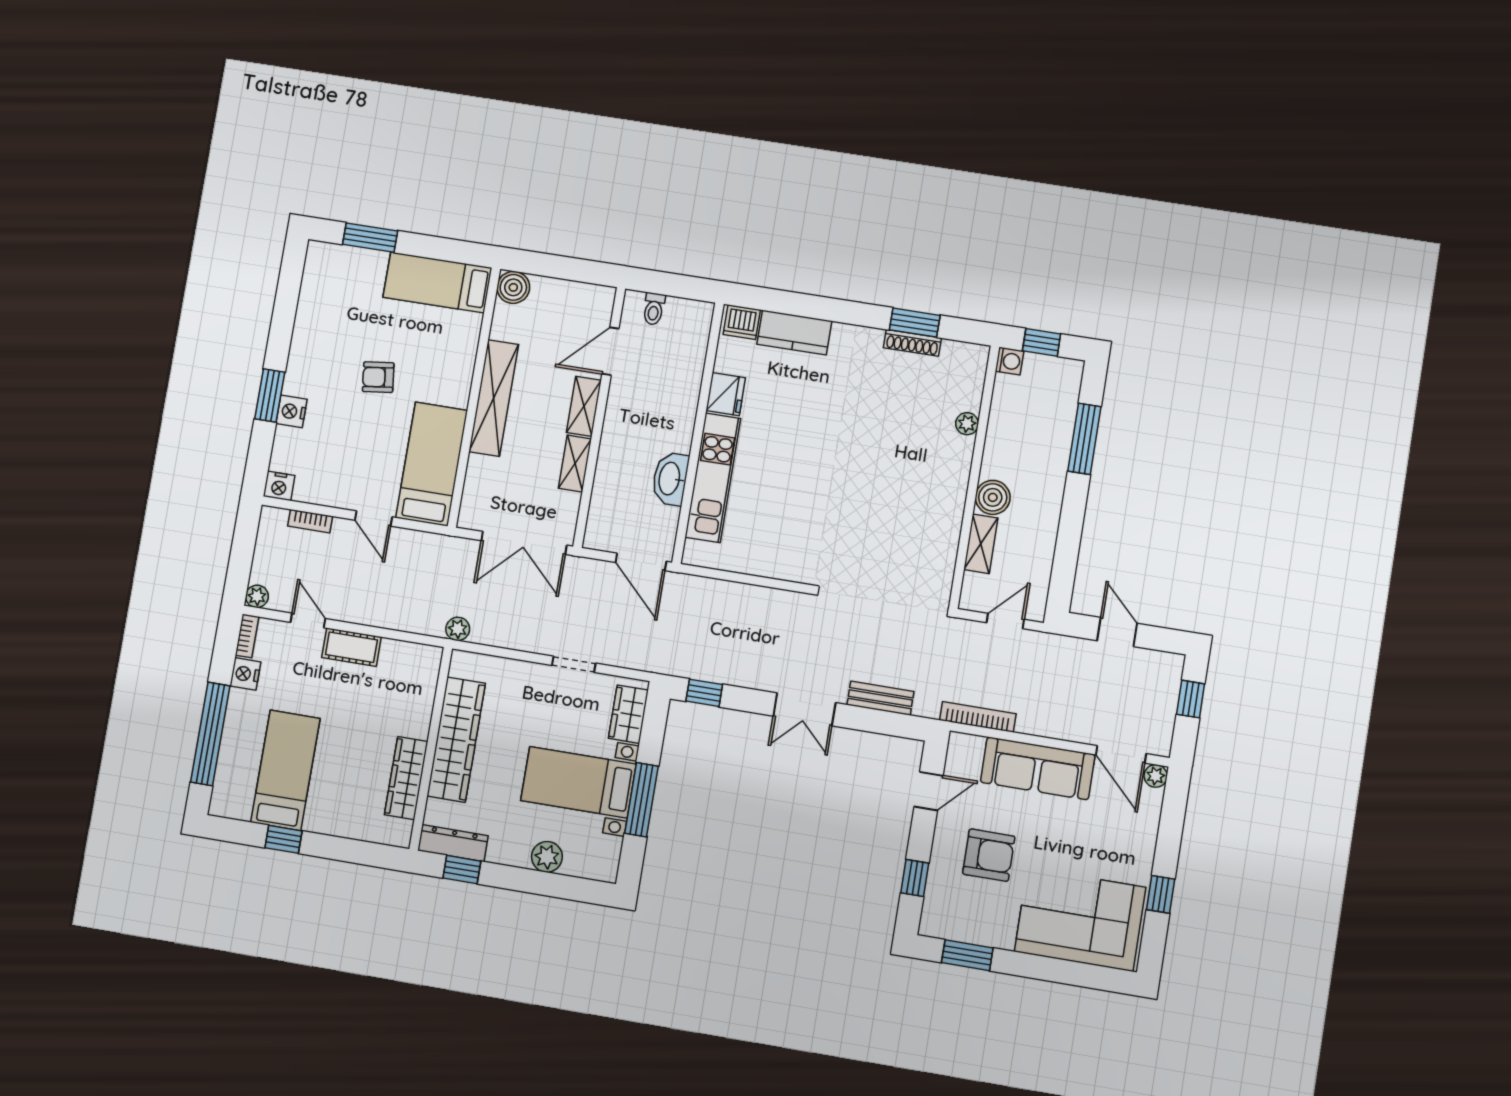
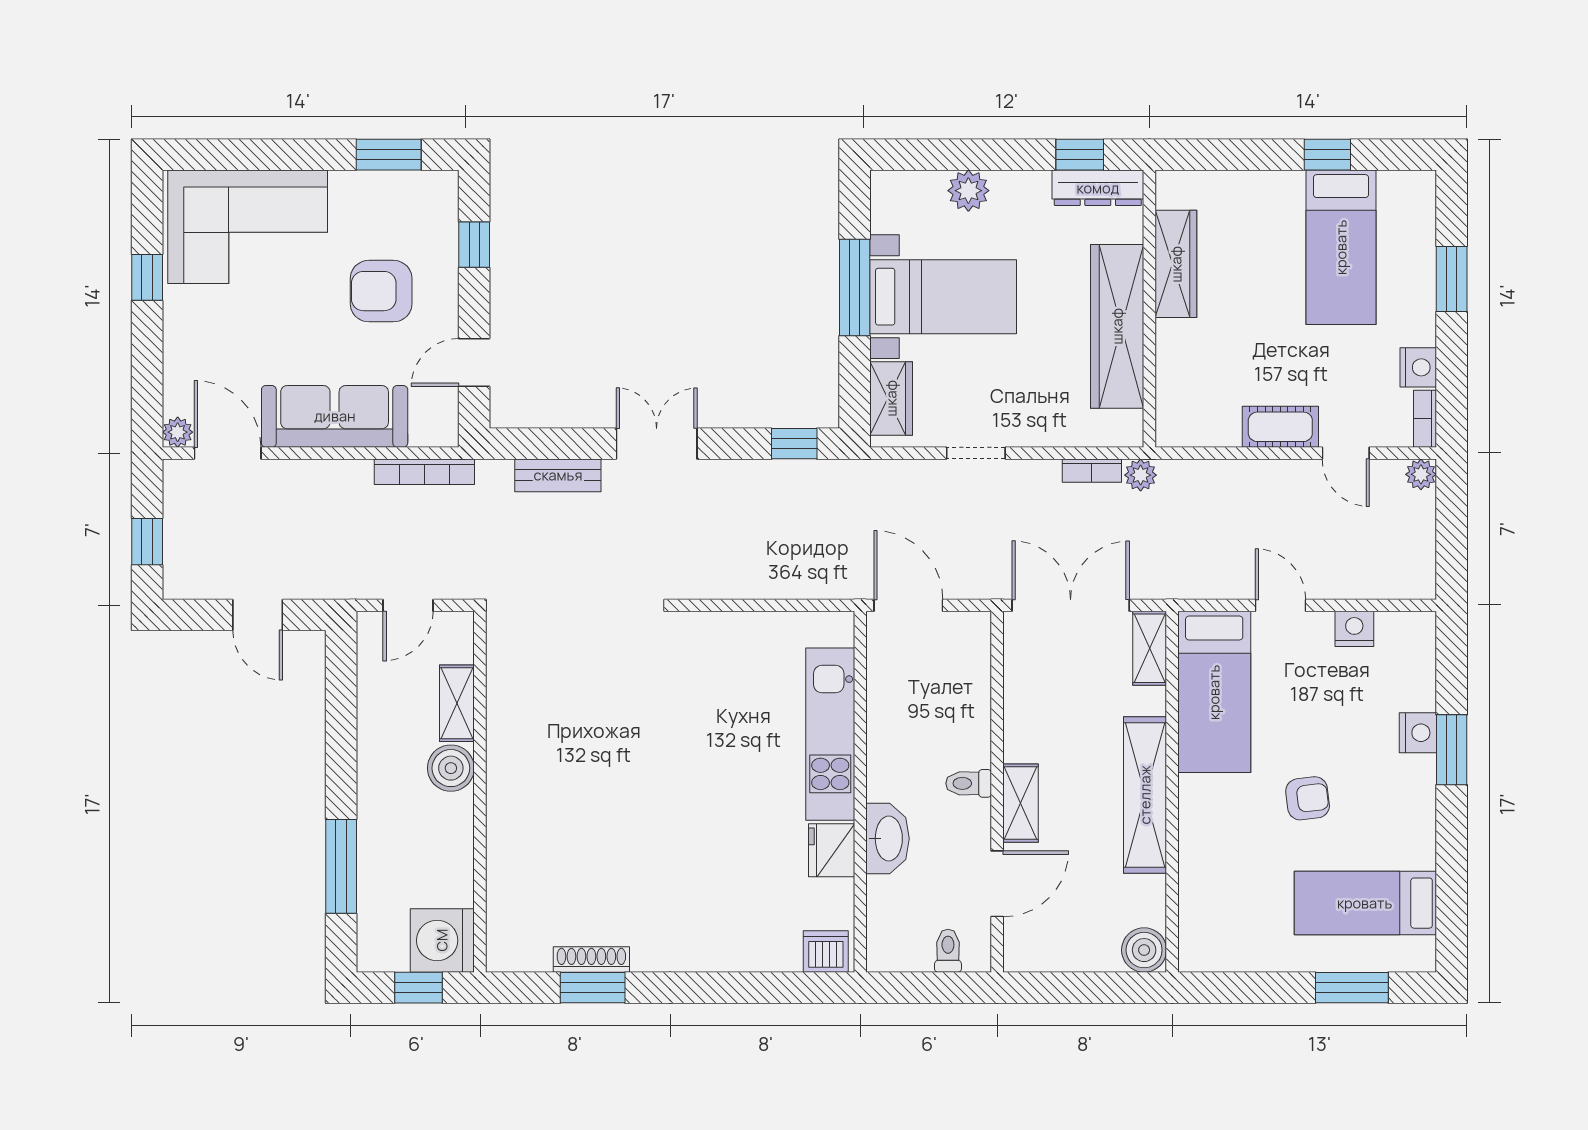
bed: (437, 283) -> (1365, 903), moved, turned 180
kitchen counter: (794, 333) -> (753, 948), removed
washing machine: (1010, 361) -> (442, 940), width x1.89, depth x1.89
plant: (967, 424) -> (501, 862), removed
toilet: (619, 426) -> (969, 783), added
shelving: (575, 464) -> (1150, 648), moved
washbasin: (670, 479) -> (888, 839), moved
nightstand: (279, 486) -> (1354, 629), moved
bookcase: (310, 521) -> (1092, 471), moved, turned 180
window: (210, 734) -> (1452, 279), width x0.47

